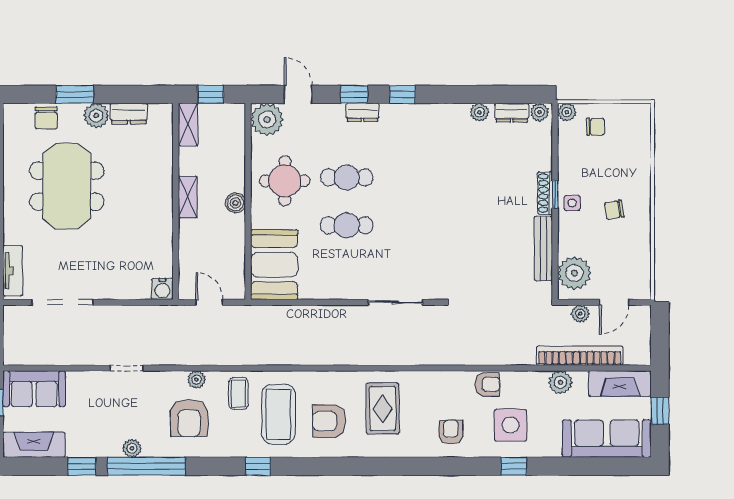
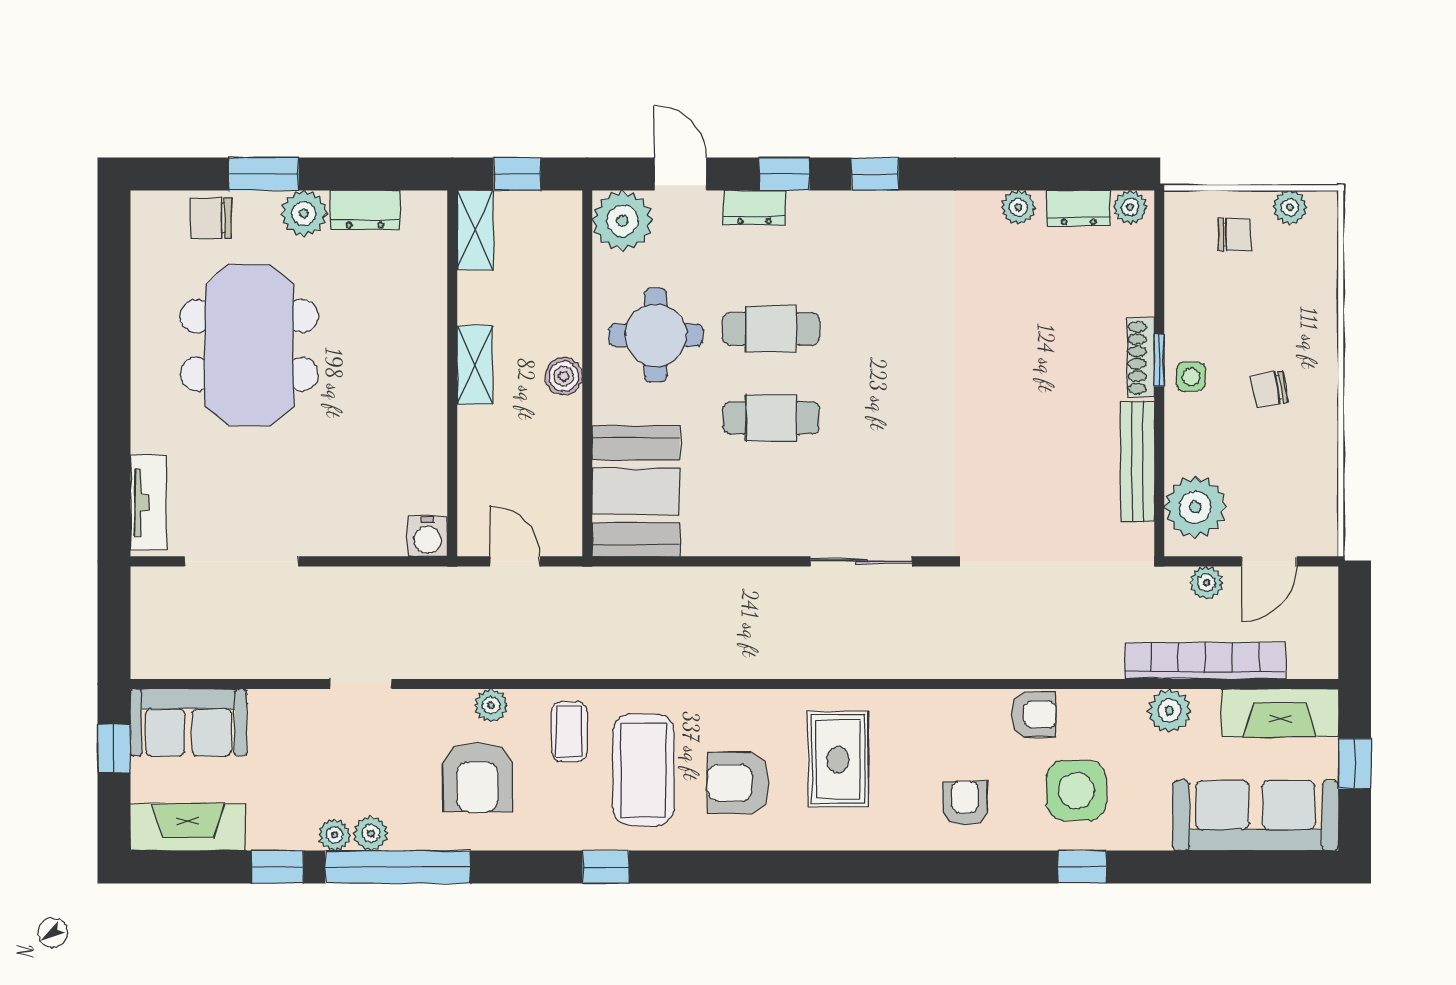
dresser: (362, 112) -> (754, 208), moved
plant: (567, 112) -> (1290, 207), moved
chair: (46, 118) -> (211, 218), turned 90
plant: (113, 449) -> (335, 835), added

